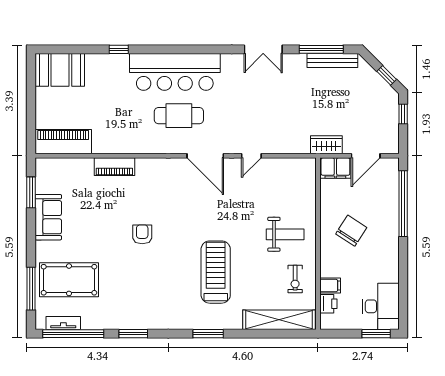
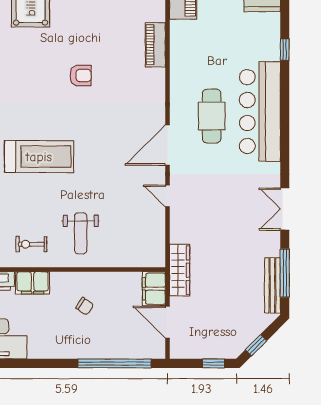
wardrobe: (326, 145) -> (180, 270), width x1.50
chair: (351, 231) -> (85, 306), width x0.54, depth x0.54
filing cabinet: (330, 286) -> (33, 283), width x2.00

